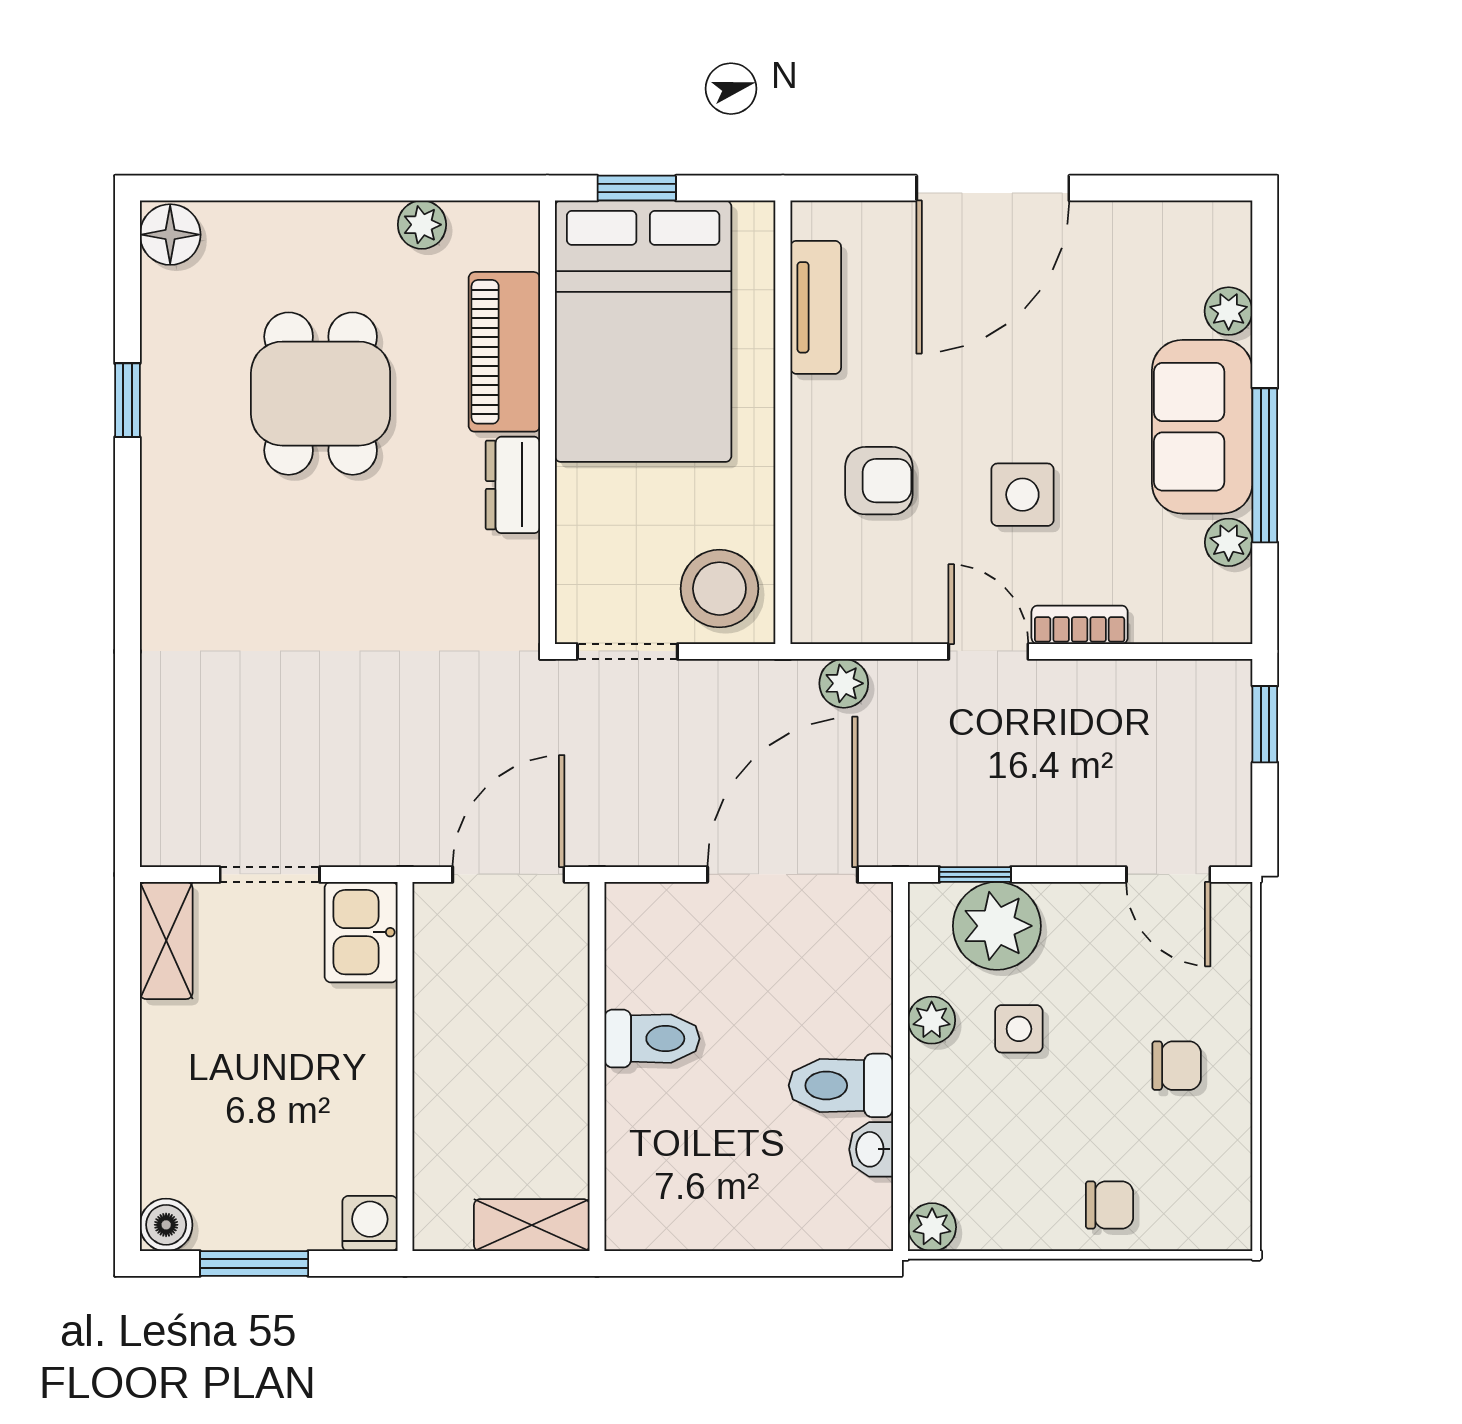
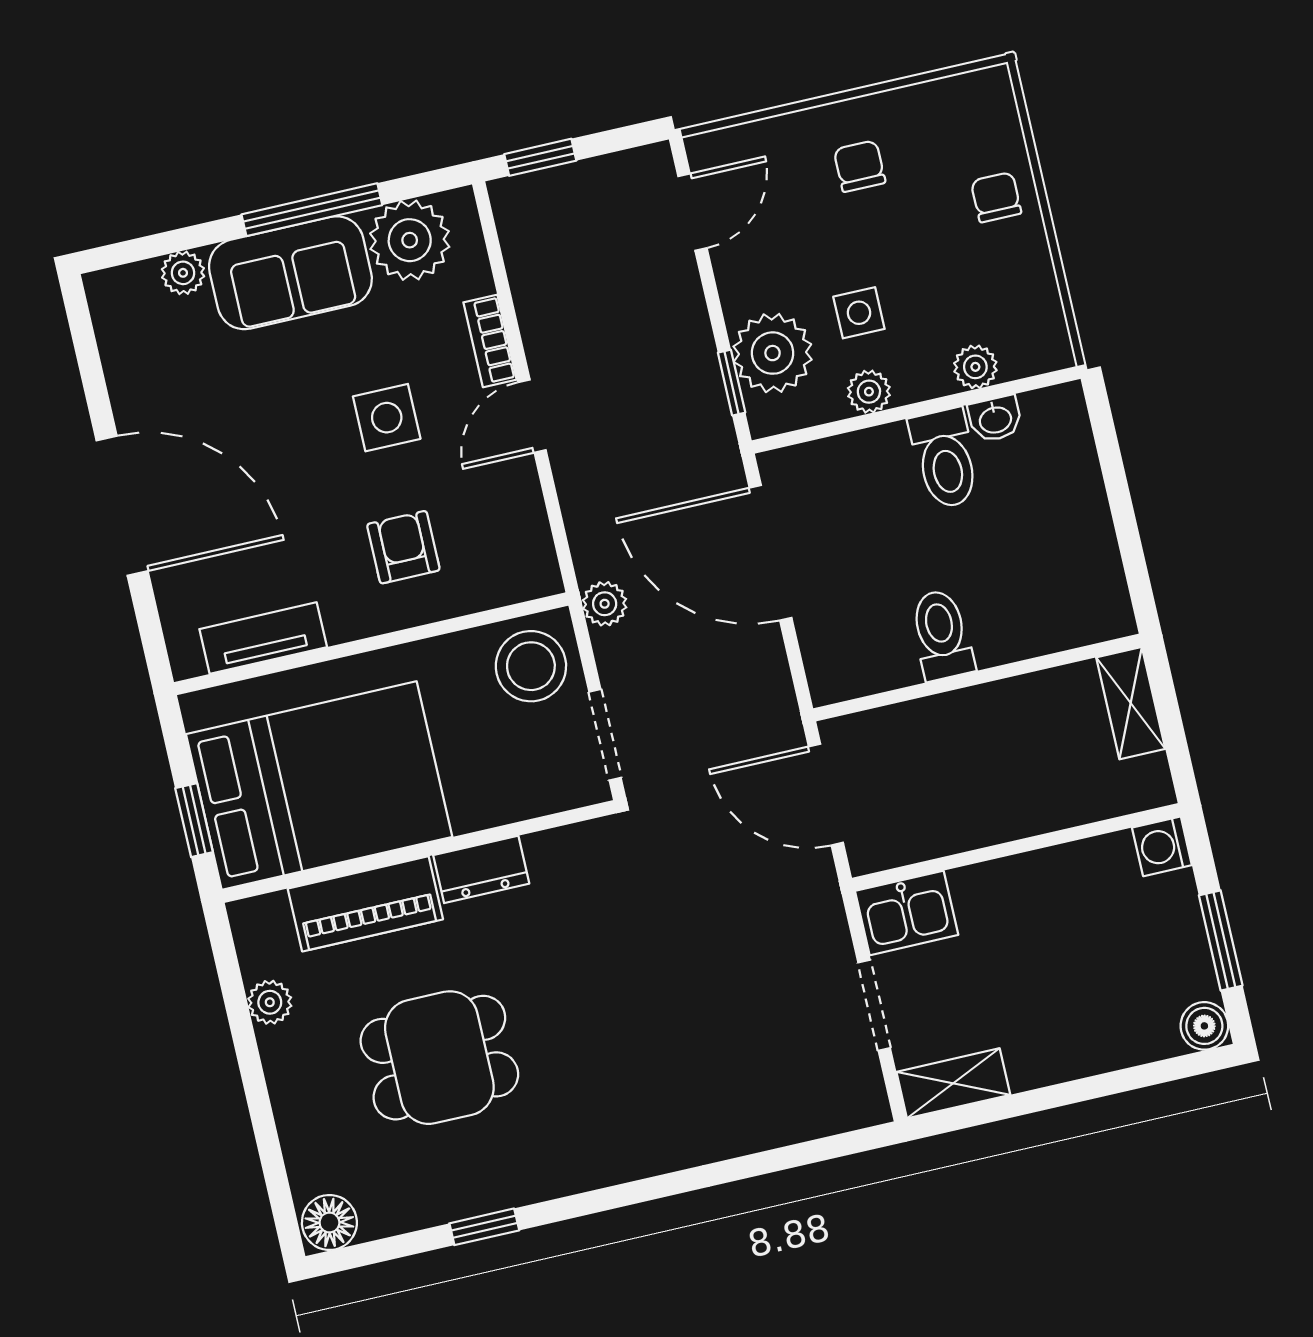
plant: (1229, 542) -> (410, 240), width x1.88, depth x1.88
plant: (844, 683) -> (605, 604), moved
plant: (932, 1227) -> (975, 367), moved

